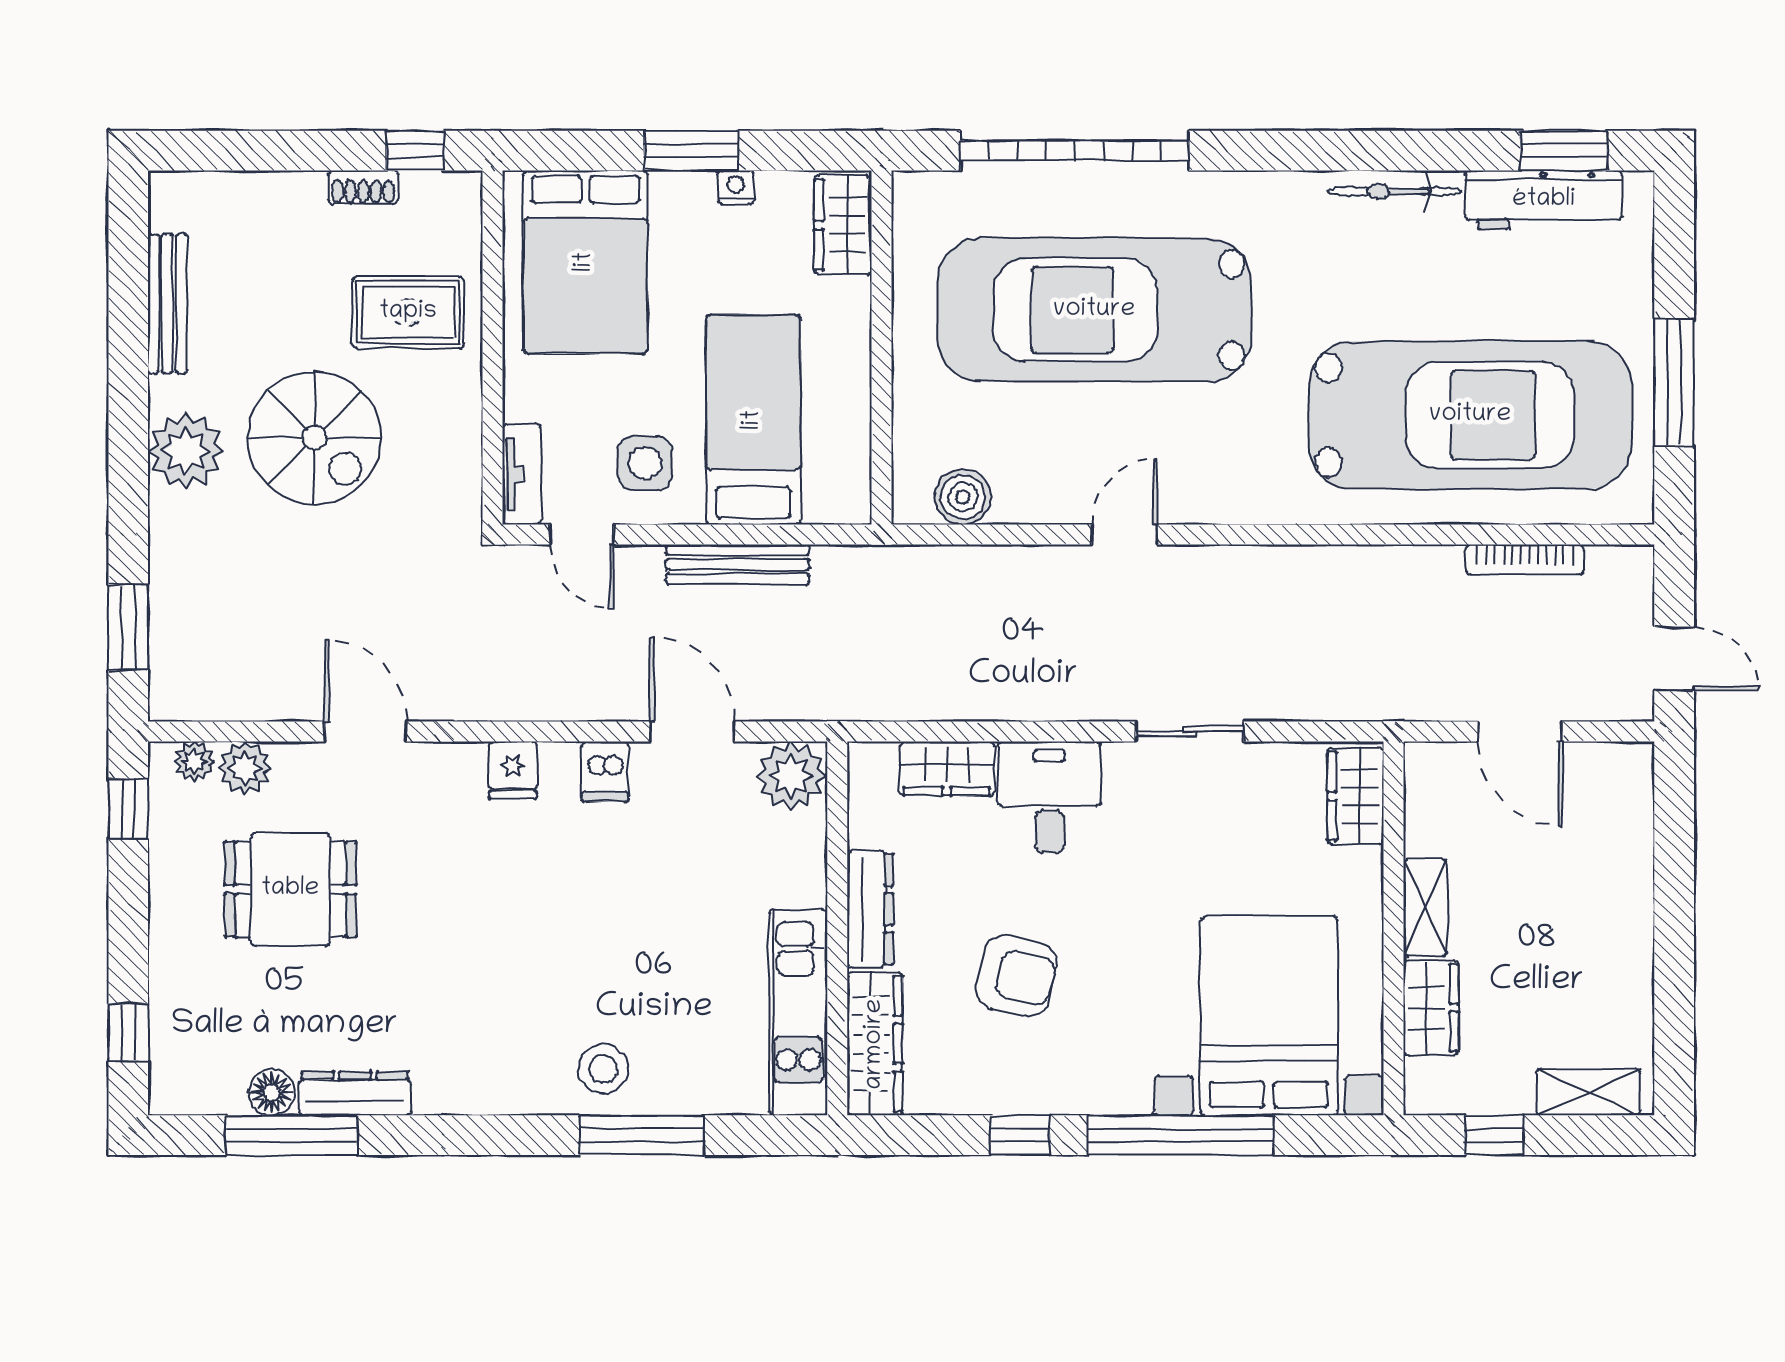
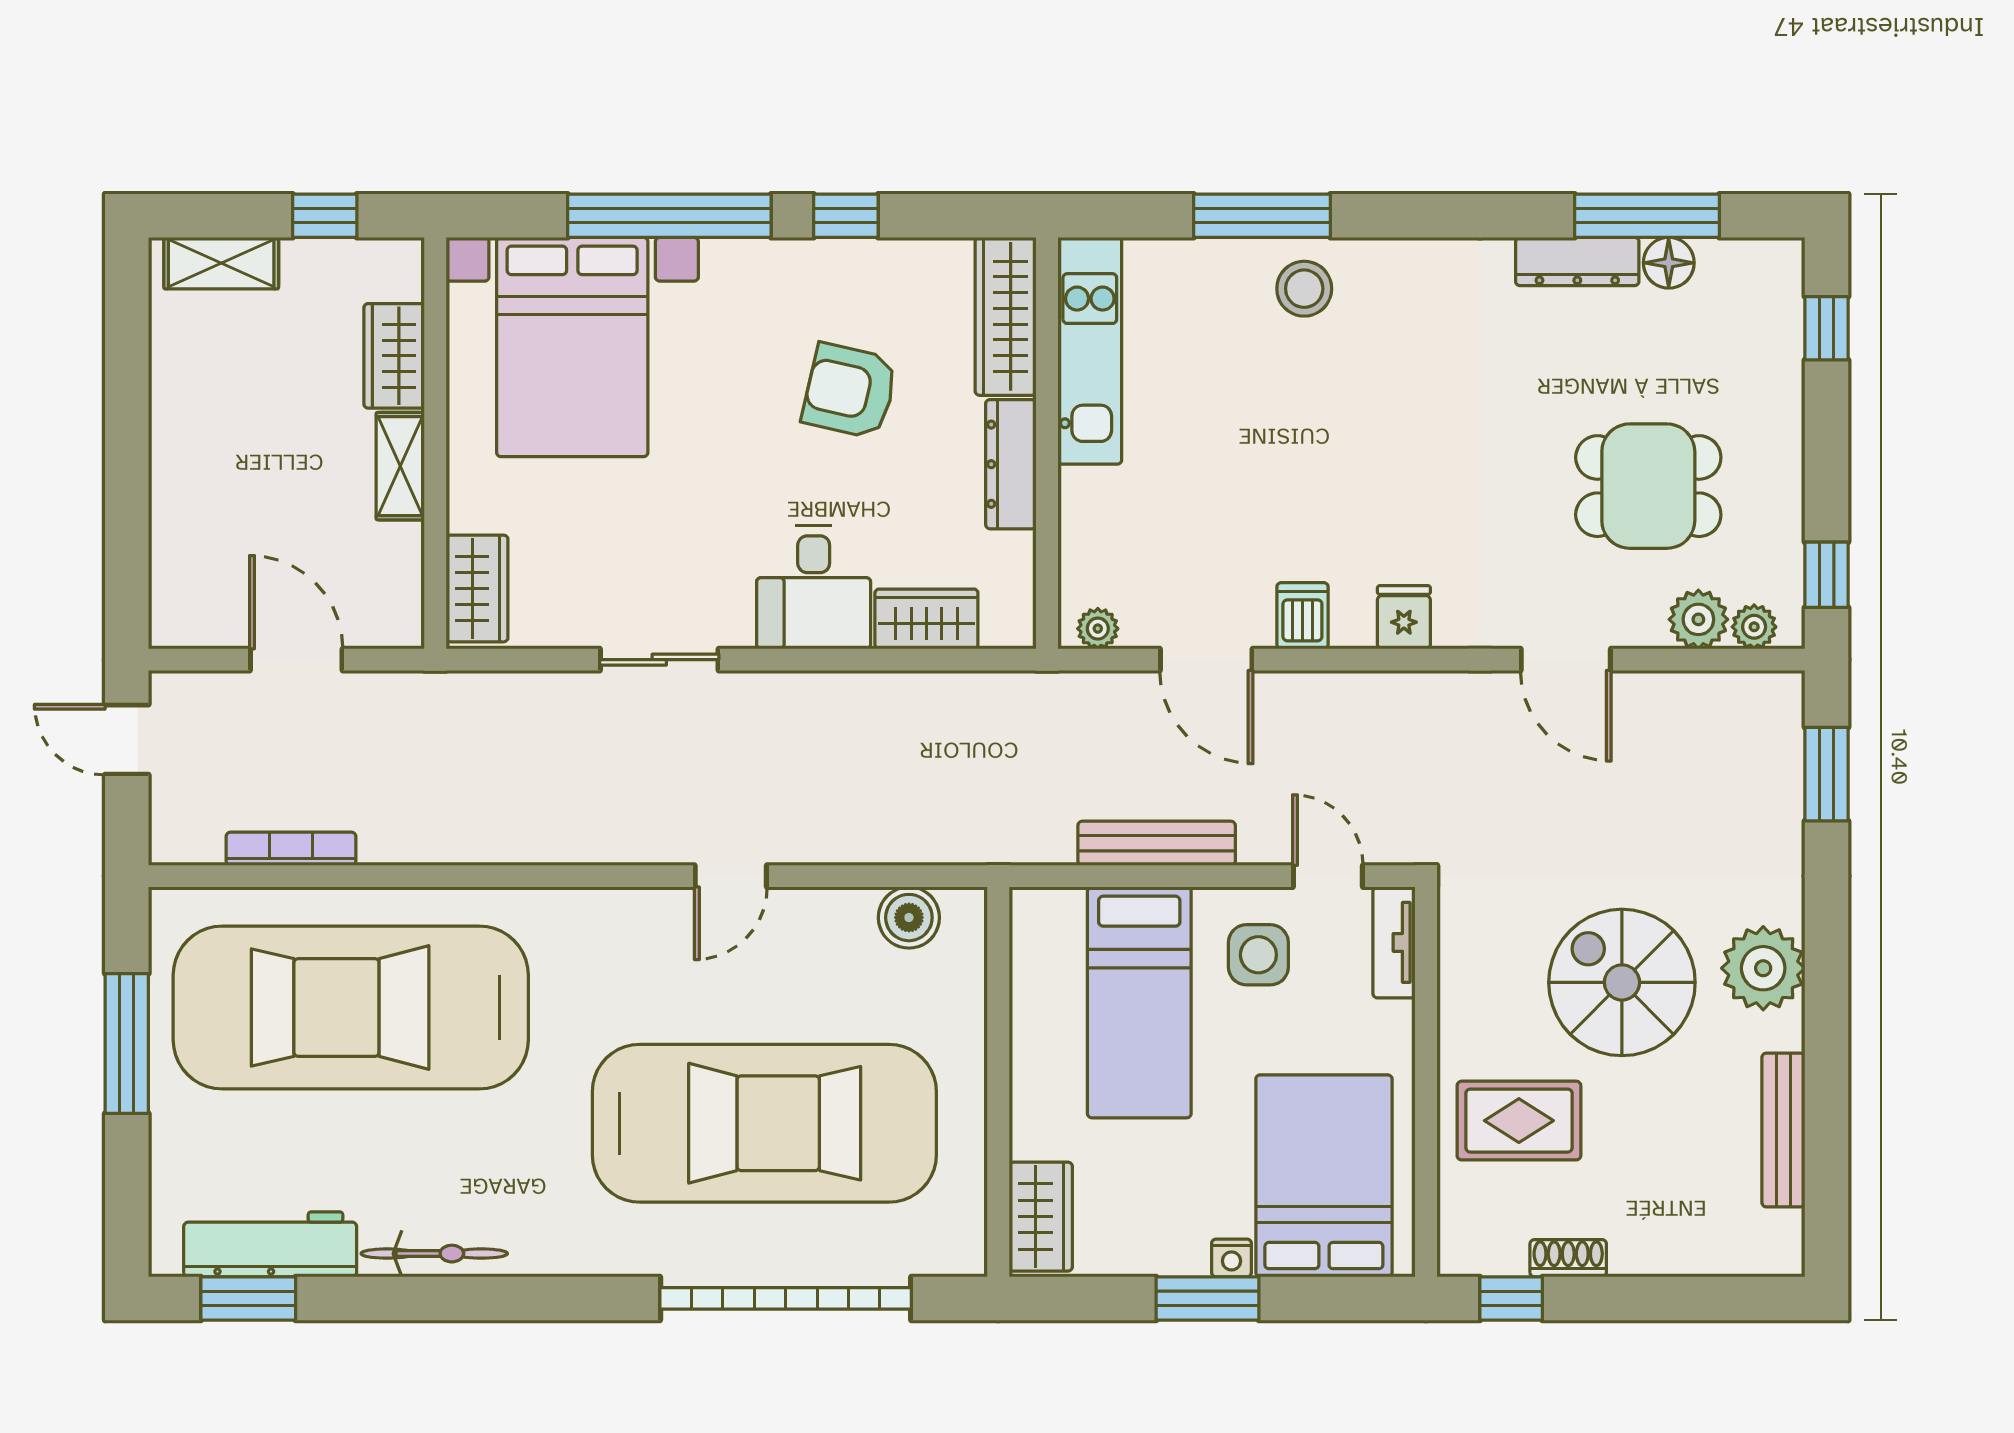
nightstand: (736, 187) -> (1231, 1258), moved
plant: (791, 776) -> (1098, 629), width x0.53, depth x0.53

